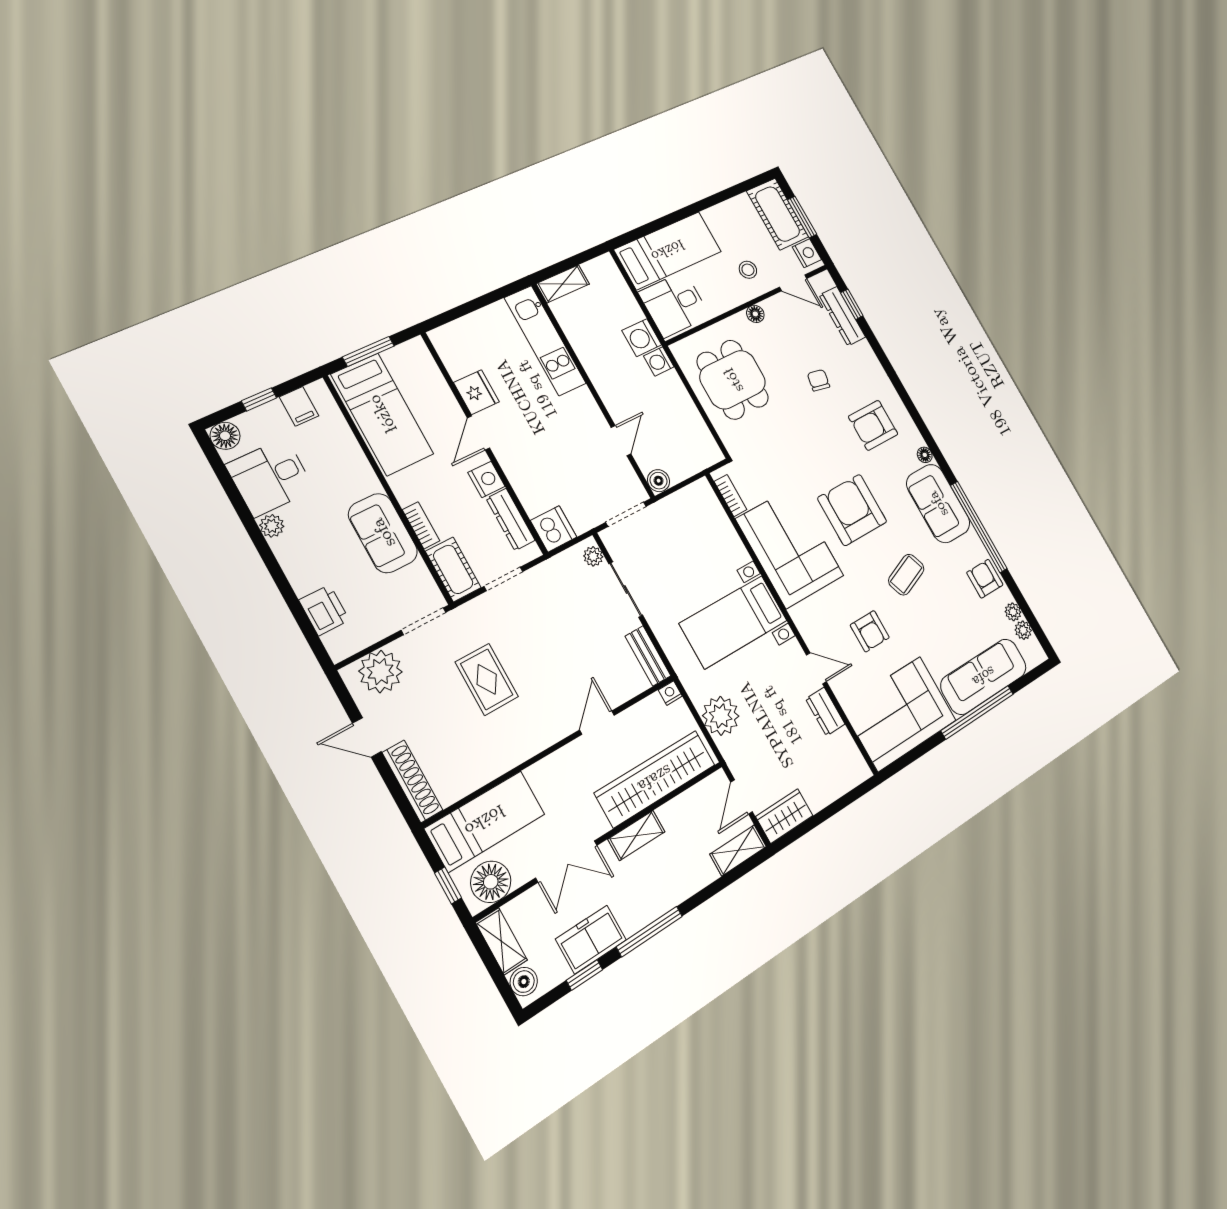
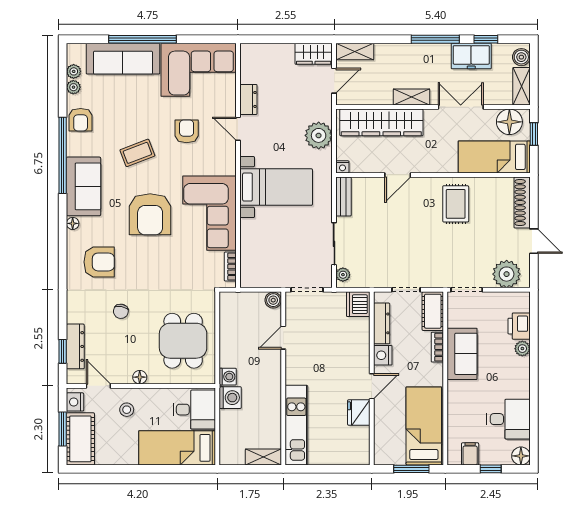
plant: (272, 526) -> (522, 349), moved
rug: (487, 679) -> (456, 204), moved

